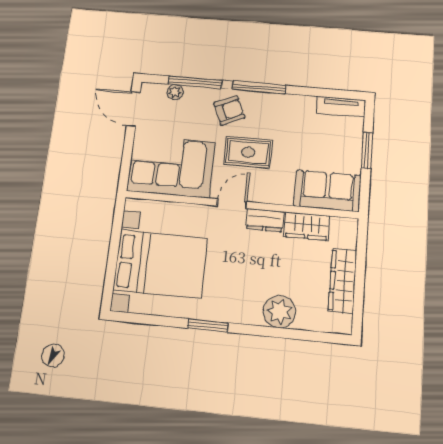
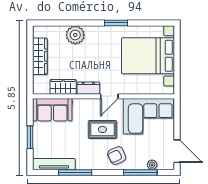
window: (259, 87) -> (75, 172), moved
tv unit: (341, 107) -> (54, 164), width x1.41

